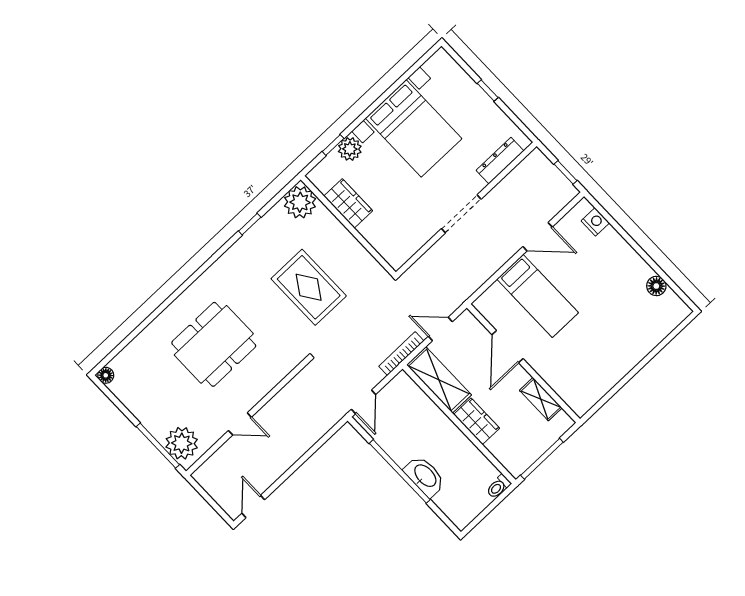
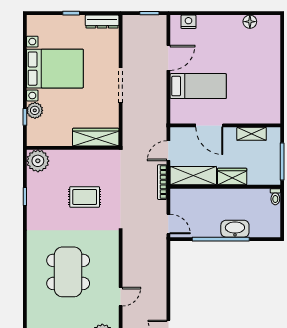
dresser: (500, 161) -> (102, 22), moved, turned -90
wardrobe: (348, 203) -> (96, 137), moved, width x1.50
rug: (309, 287) -> (85, 197), width x0.73, depth x0.70

